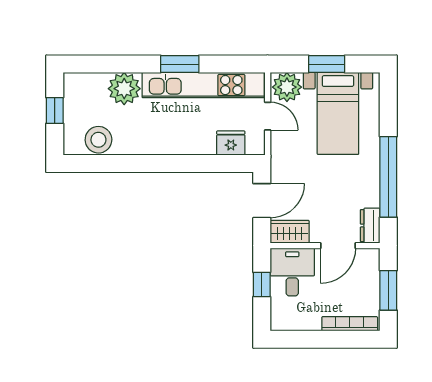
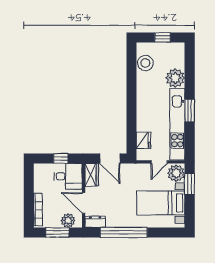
window: (327, 64) -> (190, 184), moved
plant: (368, 272) -> (68, 221), added

